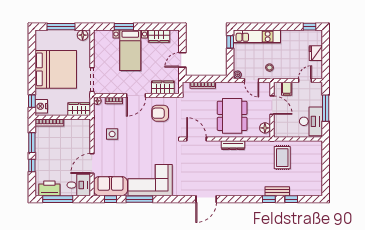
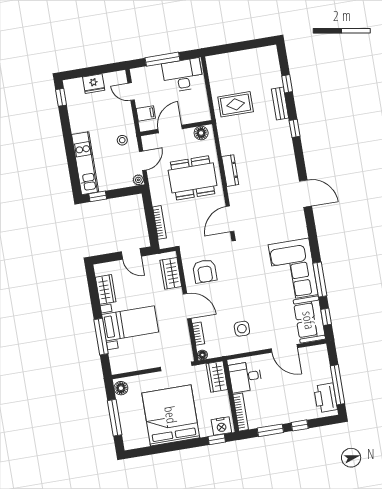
window: (124, 27) -> (101, 337), width x1.44
desk: (79, 185) -> (245, 377), moved, turned -90
window: (269, 199) -> (295, 128), moved

